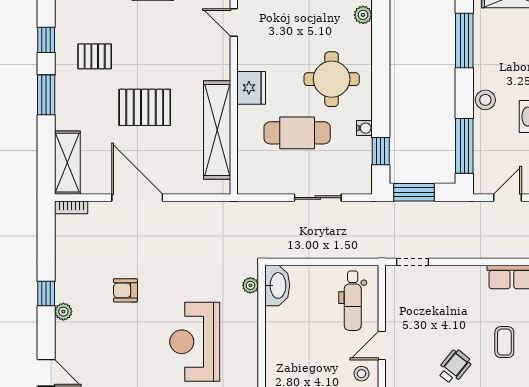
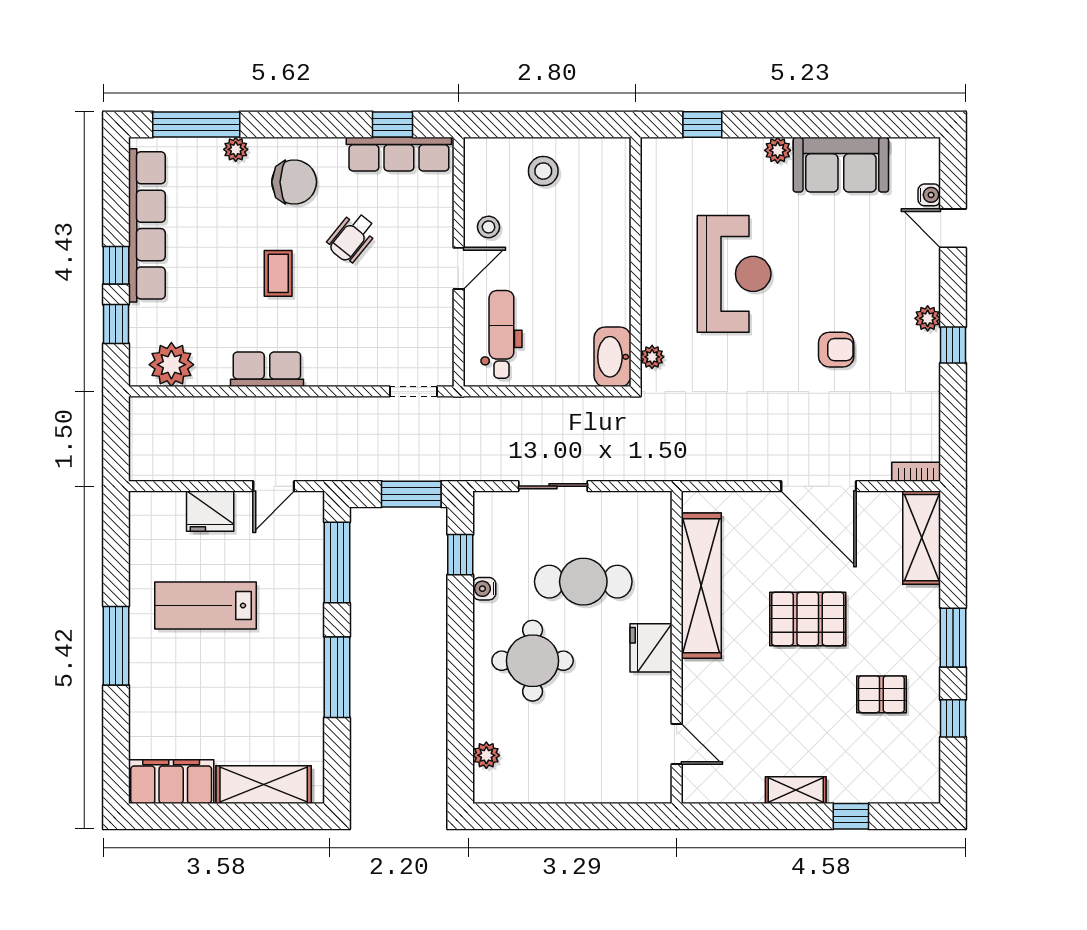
window: (464, 40) -> (337, 677), moved
stool: (485, 100) -> (306, 630), removed

